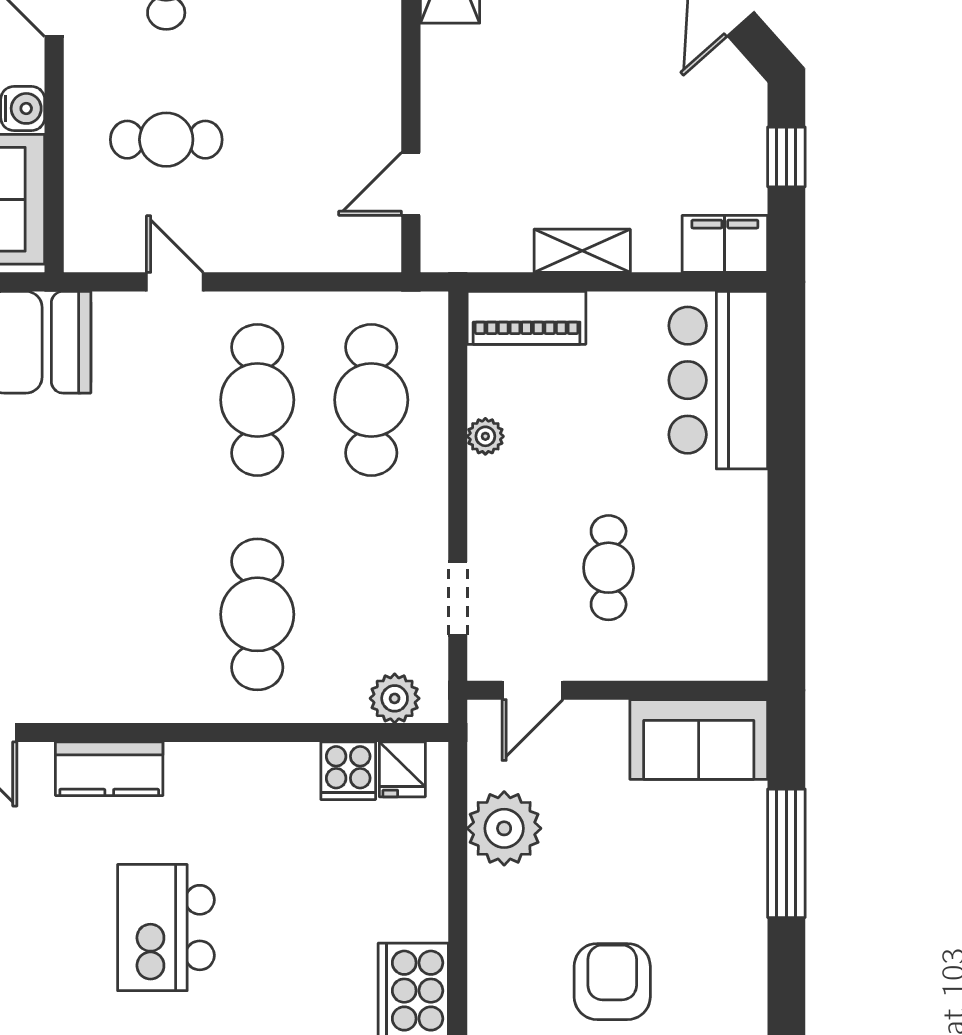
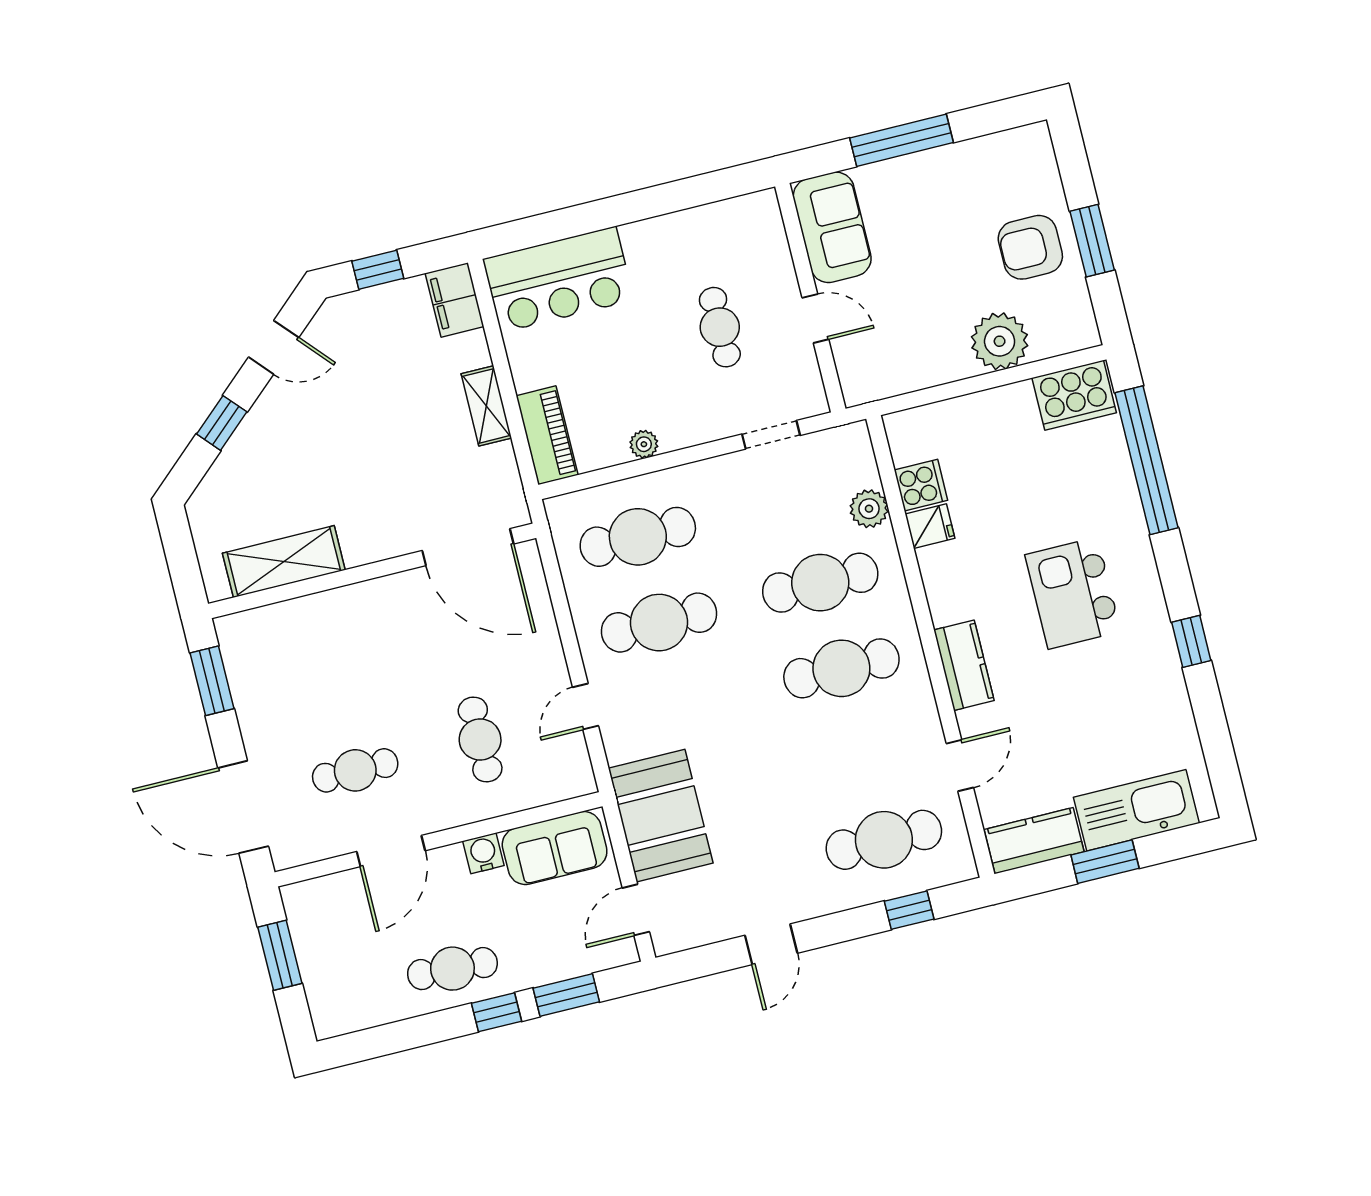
door: (411, 184) -> (468, 547), width x1.88
cafe table: (609, 568) -> (720, 327), turned 90
cafe table: (143, 614) -> (841, 668), added
door: (532, 690) -> (815, 318), moved
plant: (395, 698) -> (869, 509), moved
fridge: (402, 769) -> (930, 526), moved
plant: (504, 828) -> (1000, 341), moved
kitchen island: (166, 928) -> (1073, 593), turned 90

